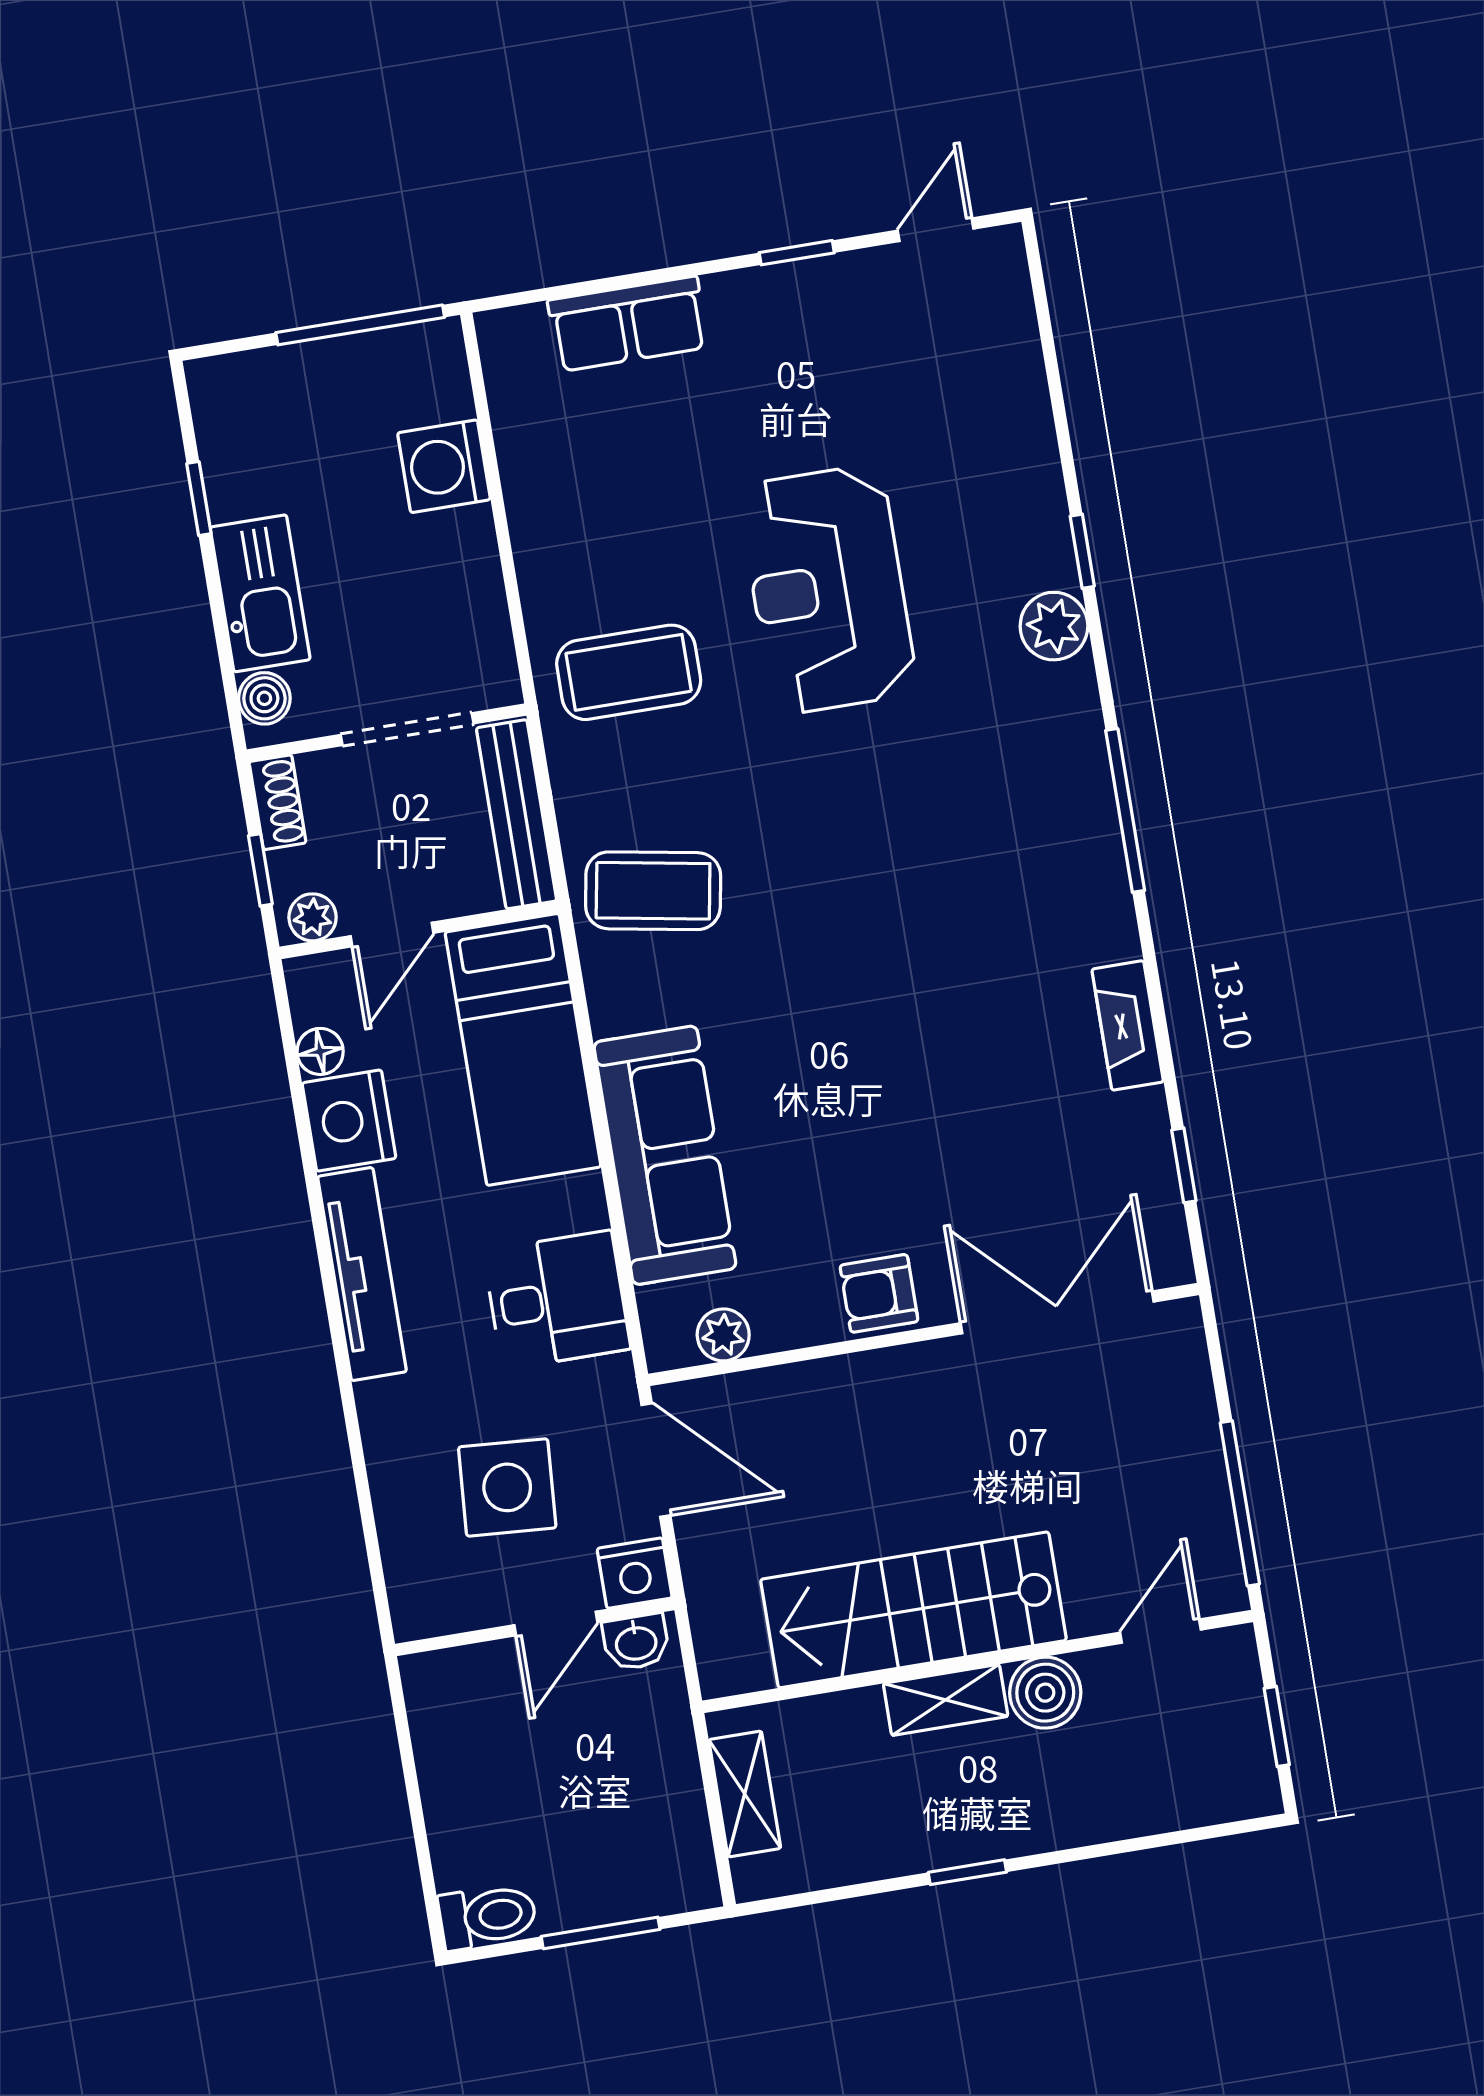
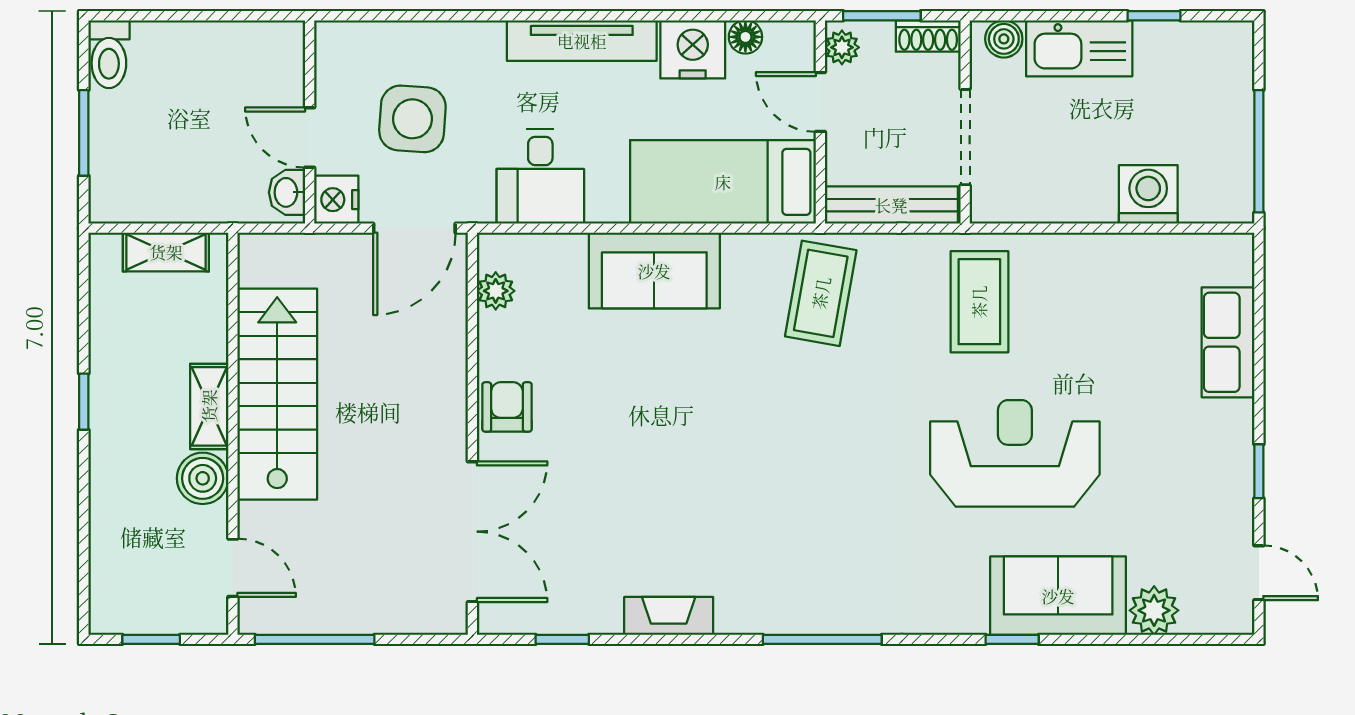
sofa: (1012, 498) -> (1058, 596), added
plant: (1054, 626) -> (1154, 610), moved
window: (260, 870) -> (882, 16), width x1.50
sofa: (665, 1155) -> (654, 271), width x0.73

